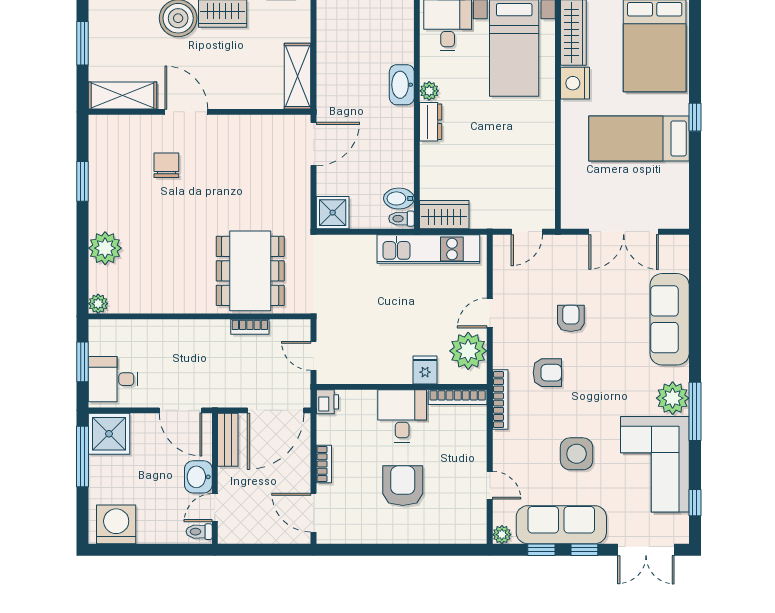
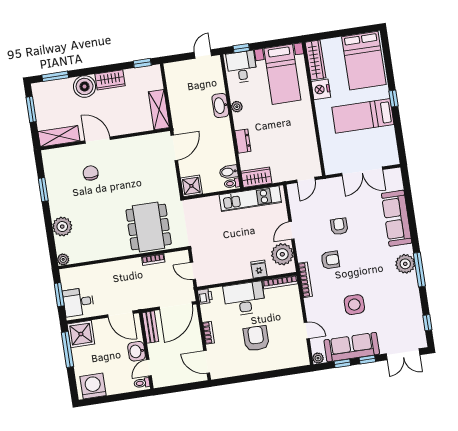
dresser: (431, 122) -> (243, 141), moved
desk: (402, 416) -> (244, 299), width x1.37
corner sofa: (655, 464) -> (401, 304), removed

